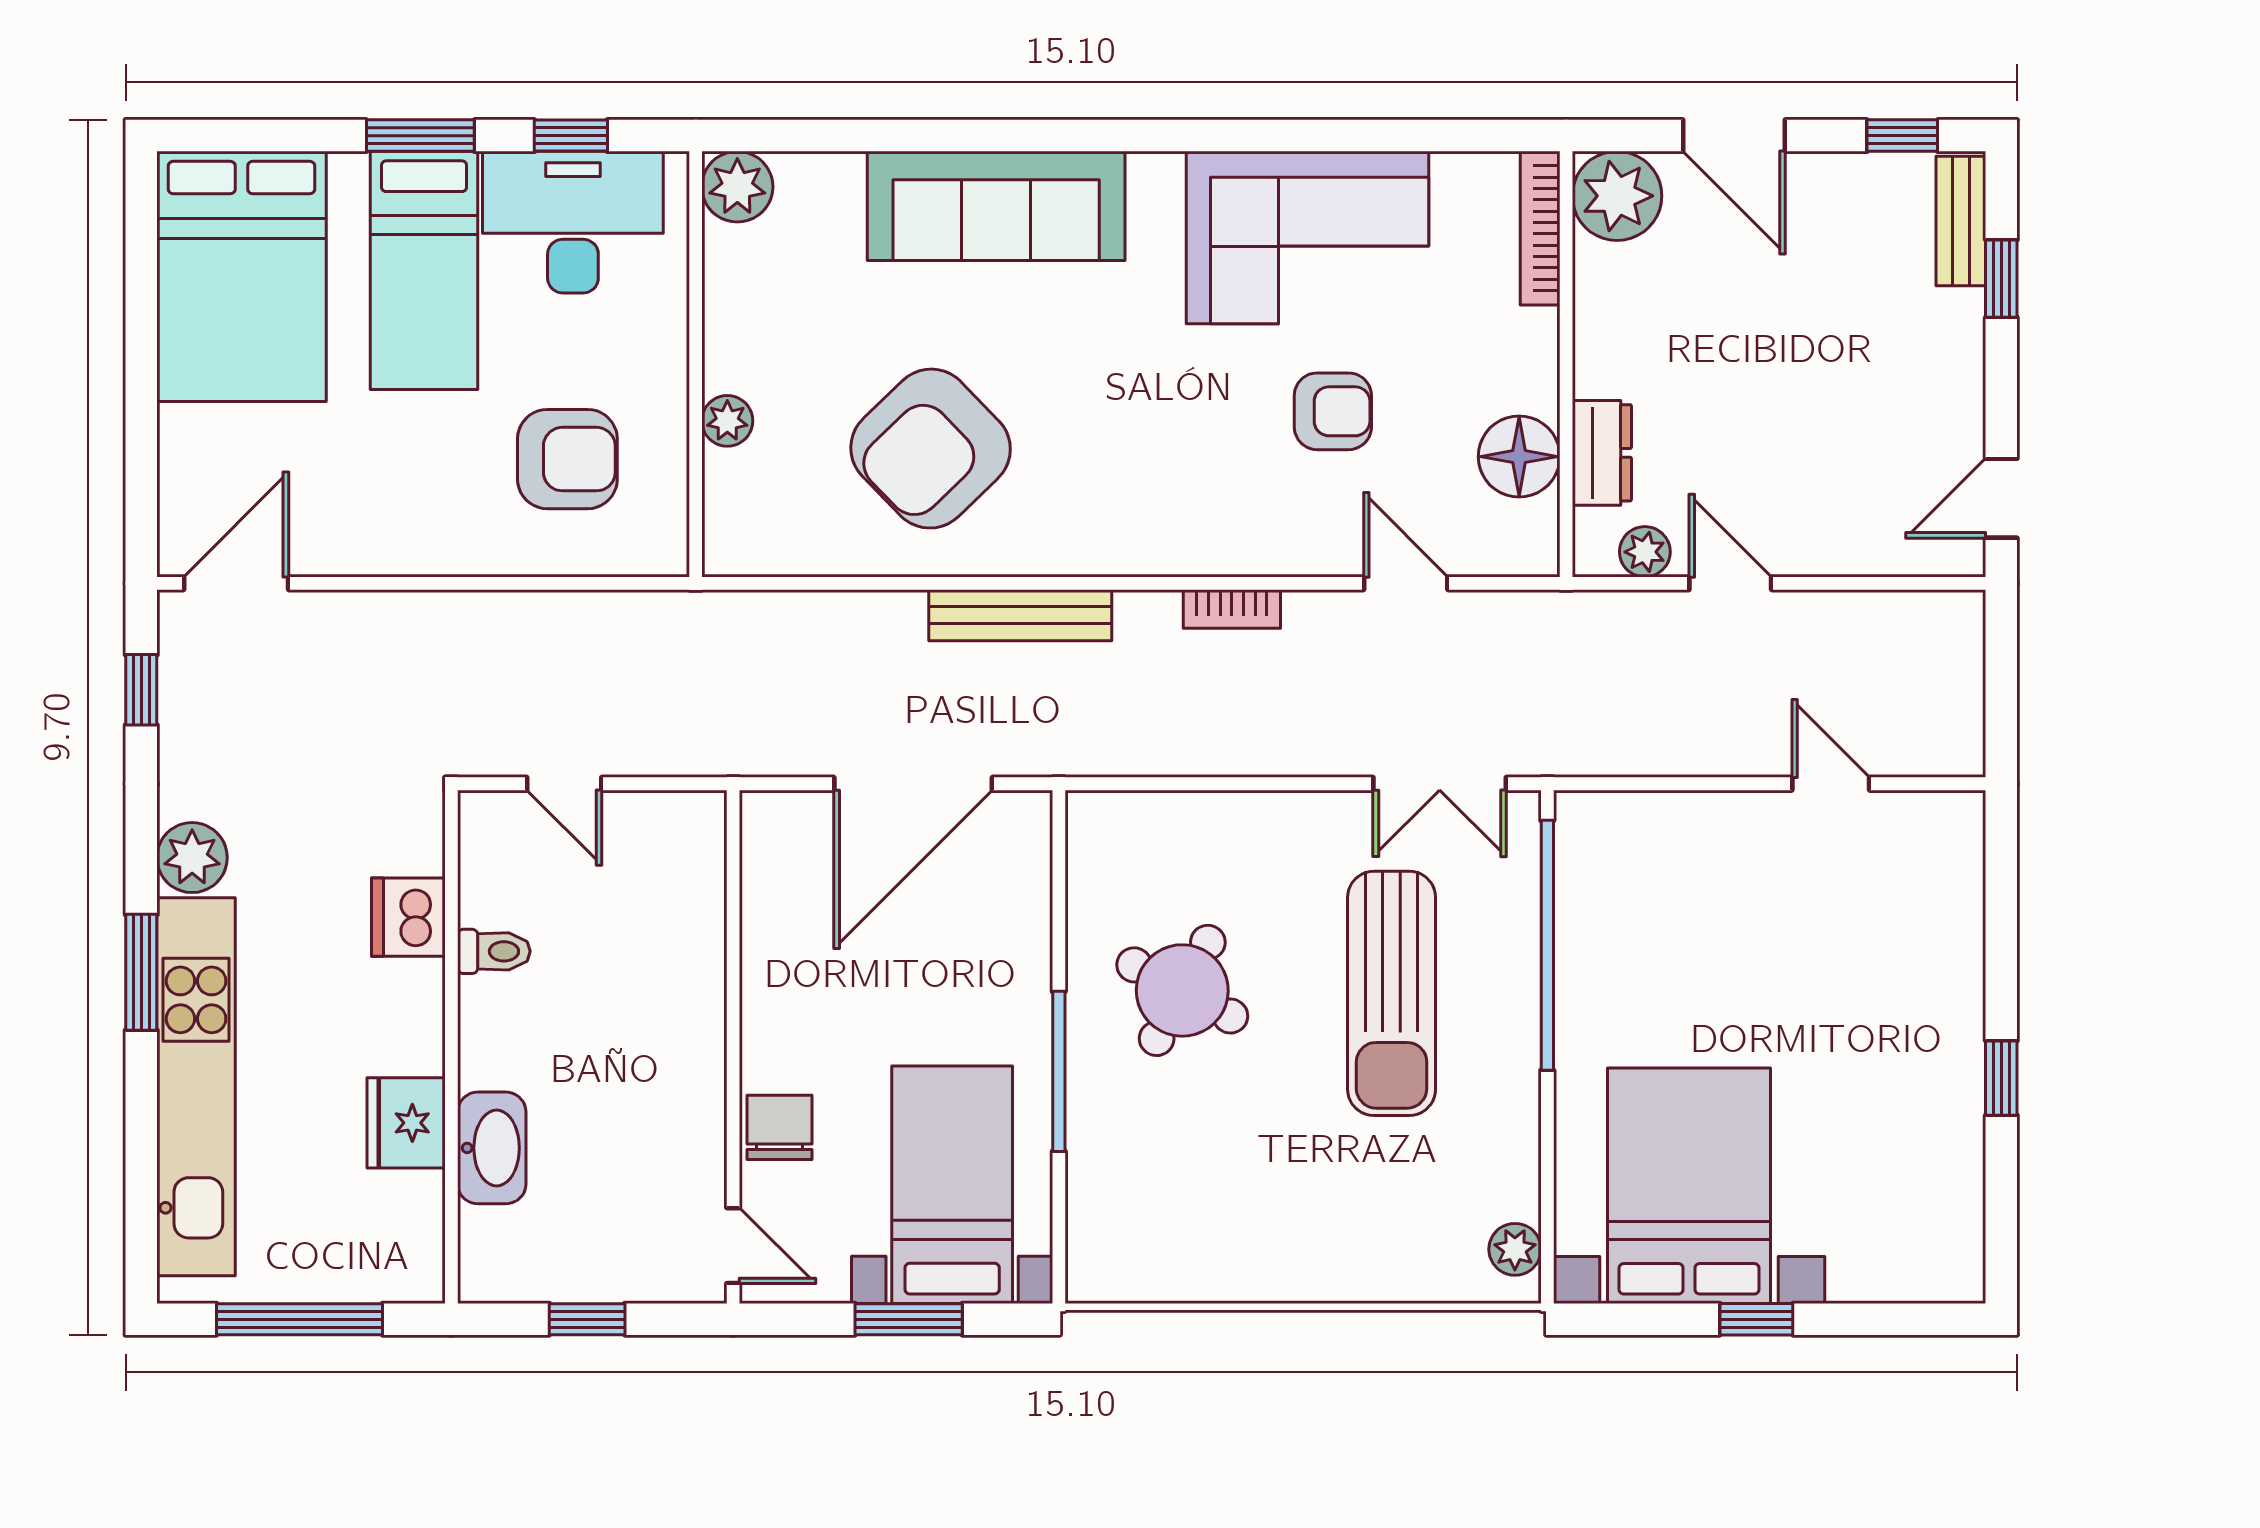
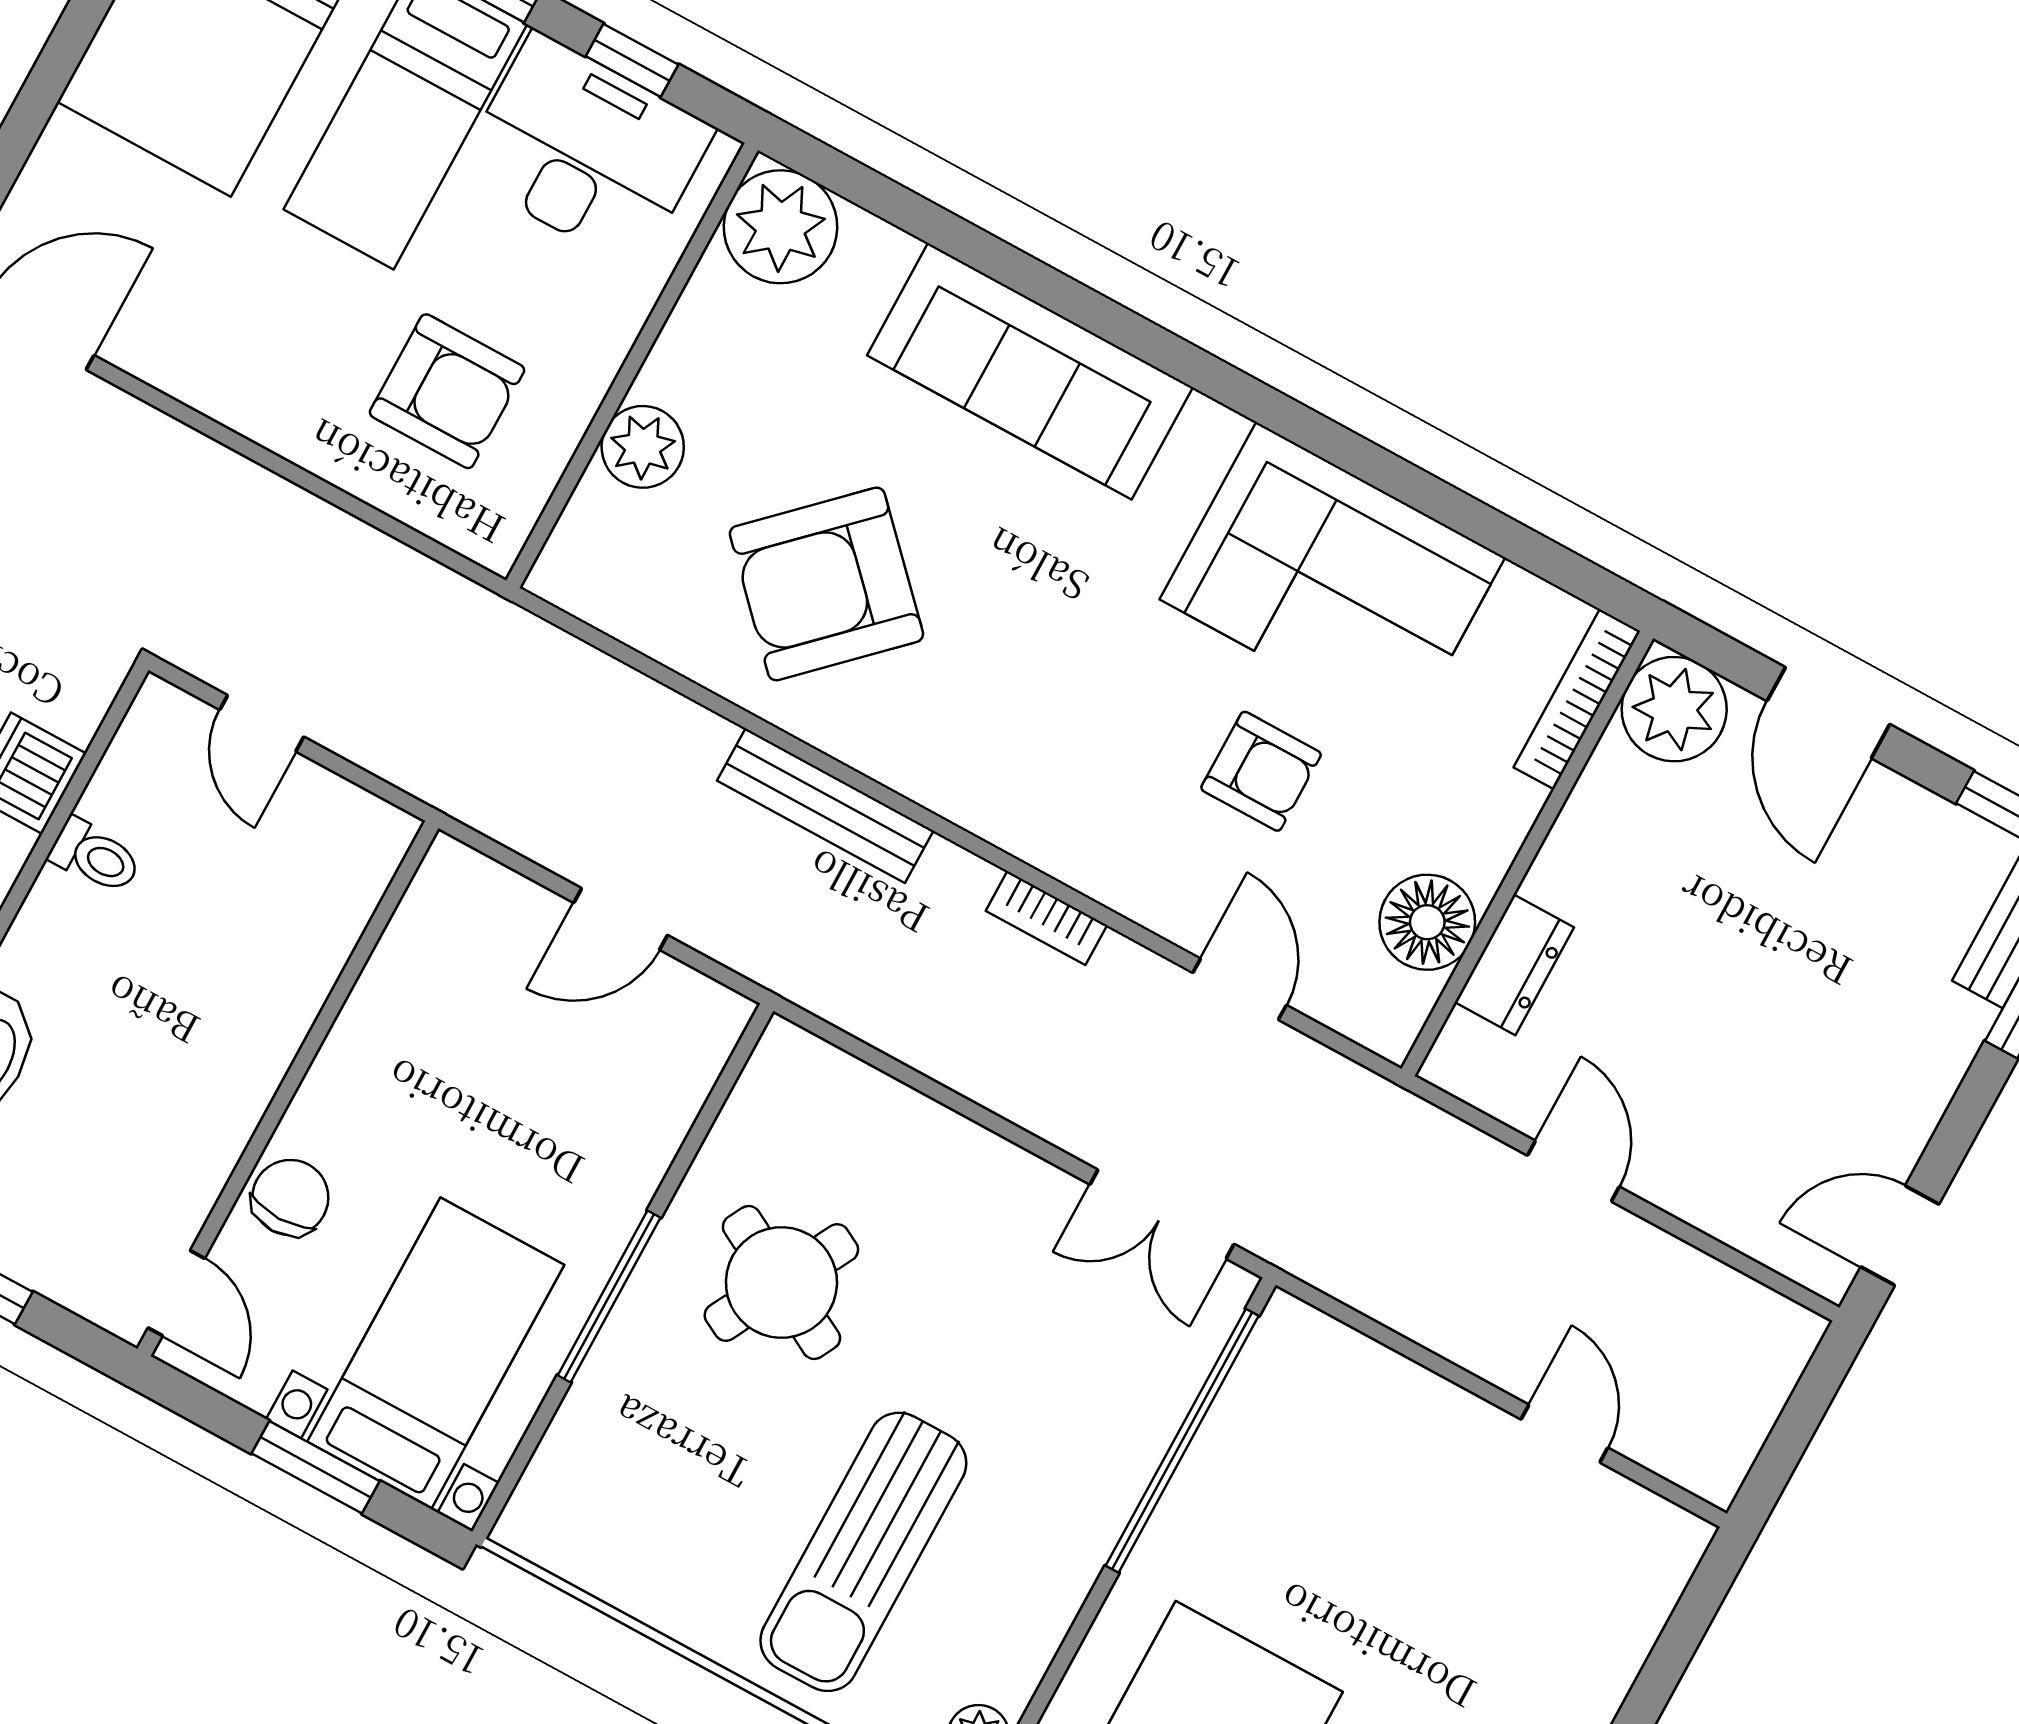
plant: (737, 187) -> (781, 227), width x1.36, depth x1.36
plant: (727, 421) -> (643, 447), width x1.38, depth x1.38
plant: (1645, 552) -> (1503, 1091), removed
door: (913, 784) -> (621, 919), width x0.53
sun lounger: (1392, 993) -> (863, 1552), moved

